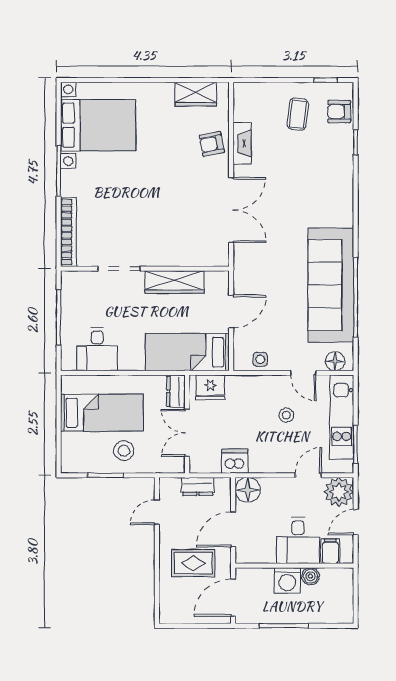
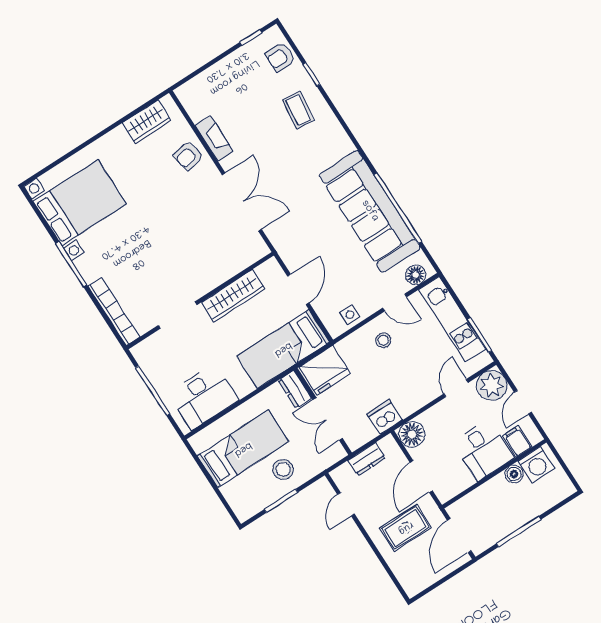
coffee table: (298, 114) -> (298, 110), moved
desk: (97, 349) -> (204, 397), width x1.37
fridge: (210, 387) -> (325, 370), width x1.36, depth x1.34
stool: (286, 415) -> (383, 340), moved
washing machine: (287, 580) -> (536, 465), moved

